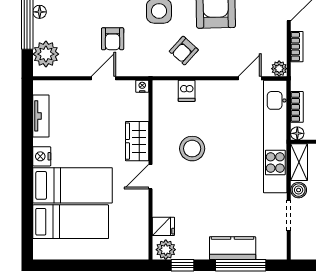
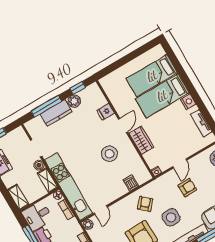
armchair: (113, 39) -> (187, 188), turned 88
fridge: (163, 226) -> (106, 112), moved
plant: (166, 250) -> (74, 101), moved

